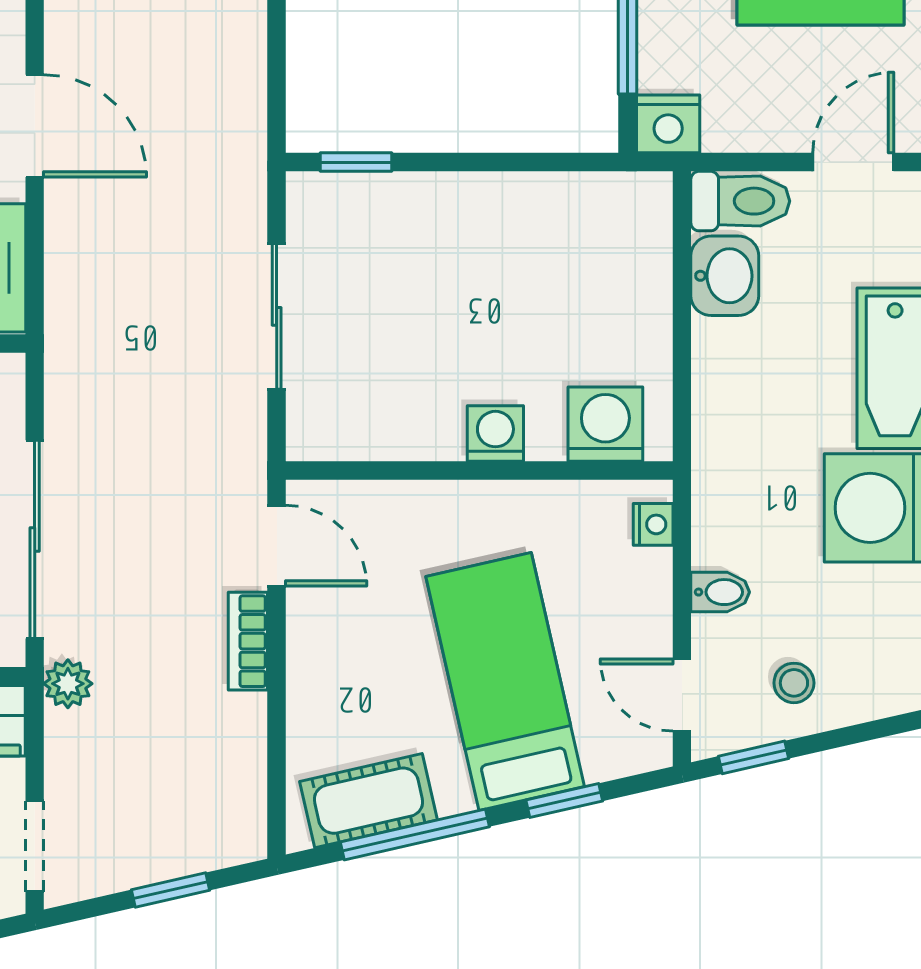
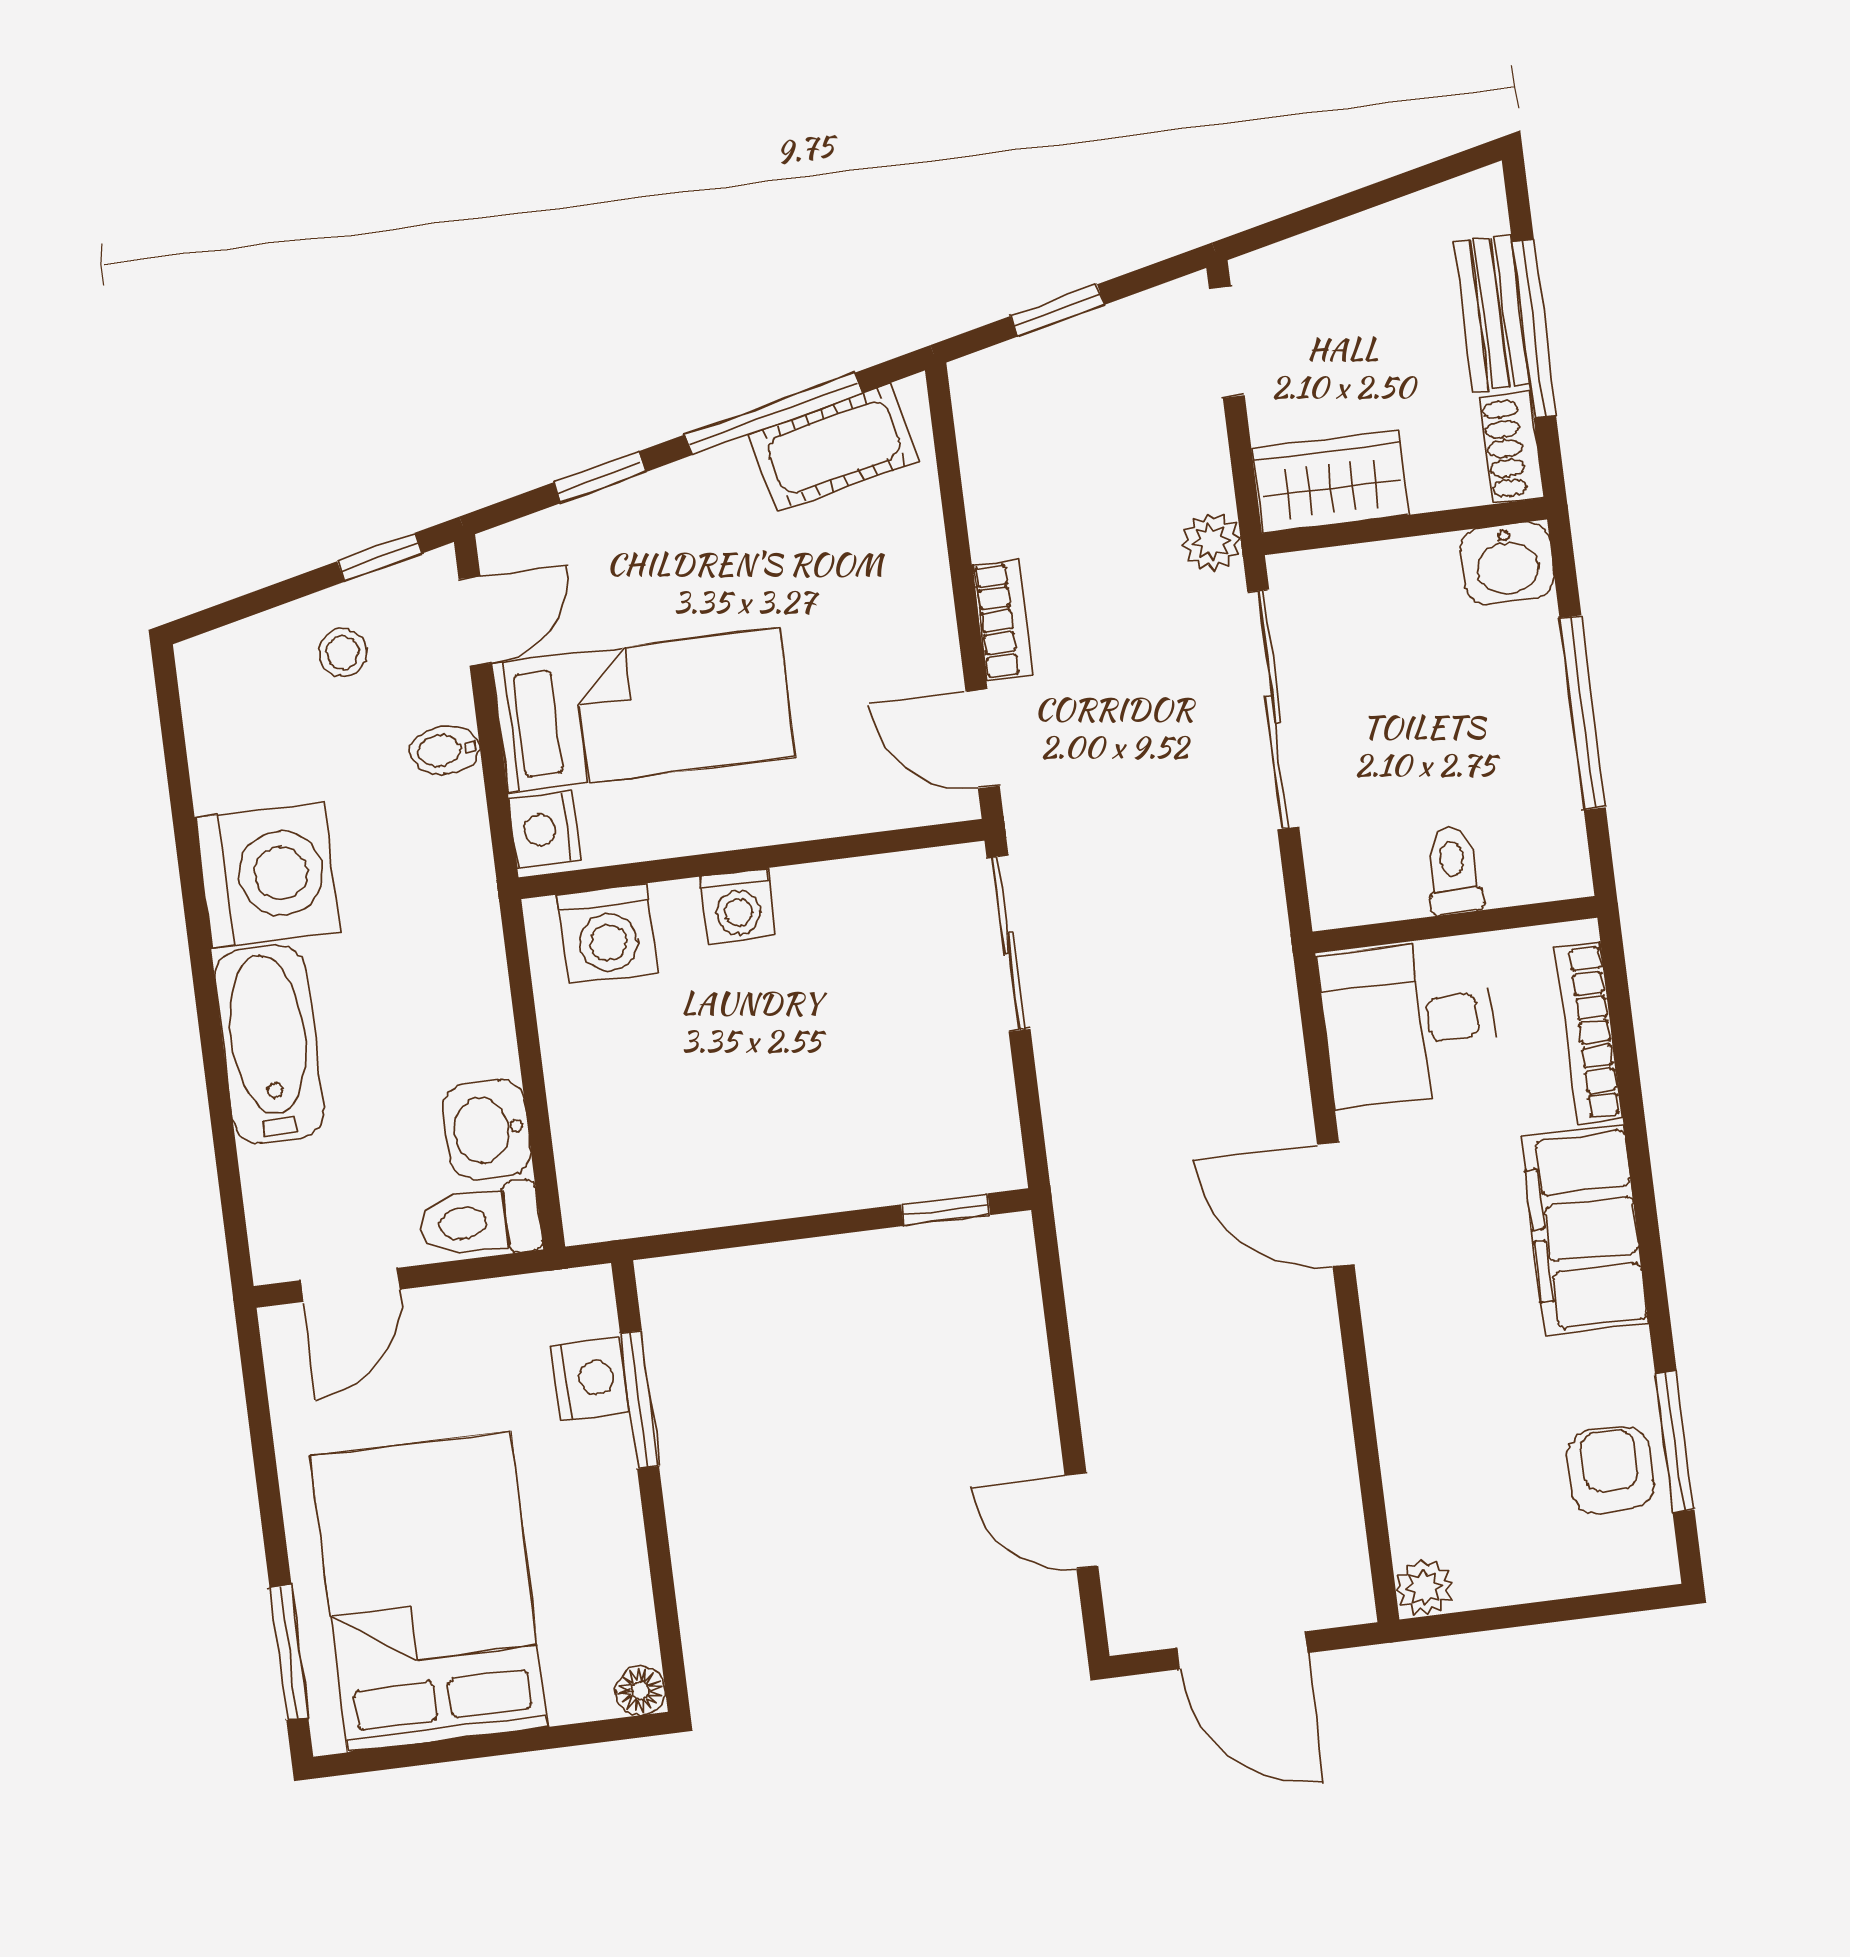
nightstand: (668, 124) -> (590, 1379), moved, turned 90
sliding door: (277, 316) -> (1008, 943), moved
nightstand: (653, 524) -> (545, 830), width x1.39, depth x1.35
bed: (505, 681) -> (643, 710), moved, turned -77
door: (682, 695) -> (475, 621), hinge flipped

